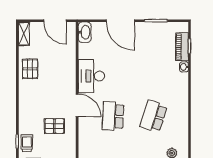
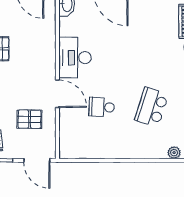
school desk: (113, 116) -> (102, 107), width x0.54

